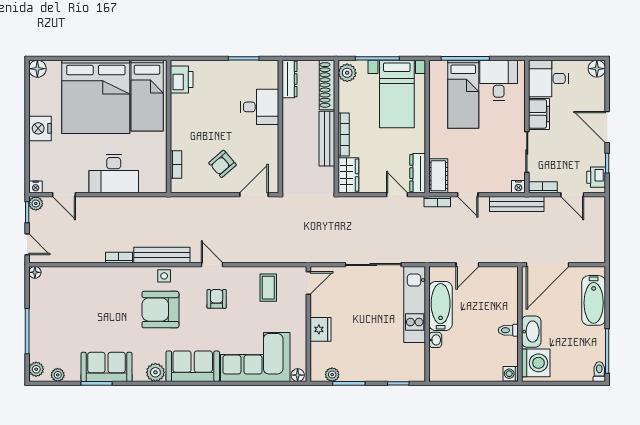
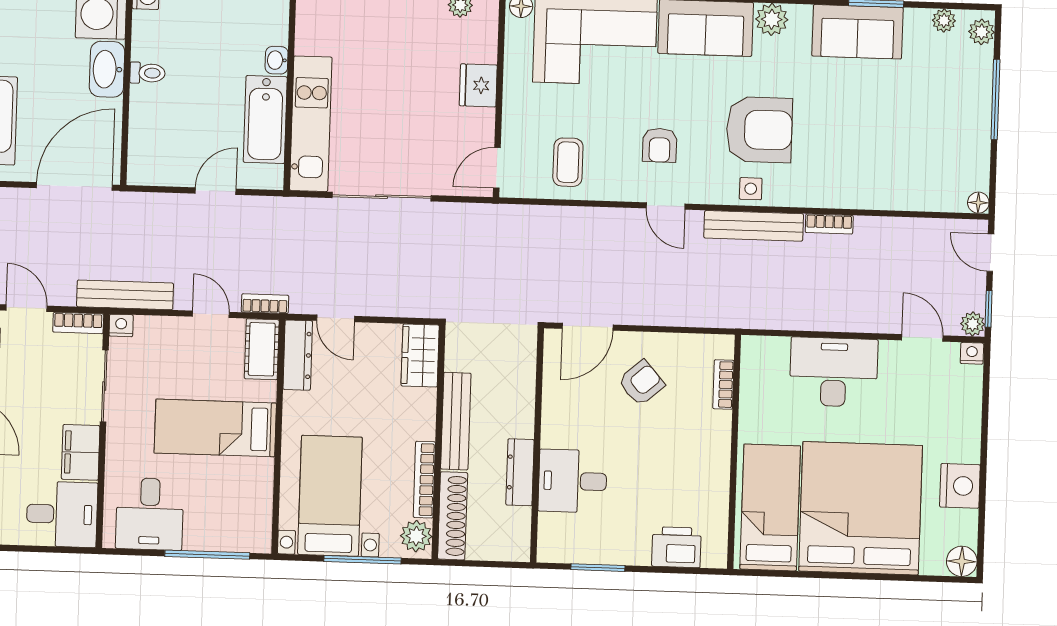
dresser: (290, 79) -> (520, 472), moved
printer: (182, 80) -> (676, 547), moved, turned 90
bed: (463, 94) -> (215, 428), moved, turned -90
nightstand: (40, 128) -> (960, 486), moved
bookcase: (344, 134) -> (424, 480), moved

